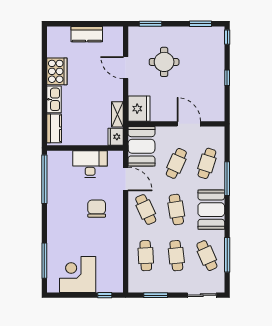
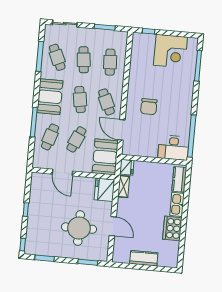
round table: (164, 62) -> (79, 228), width x1.36, depth x1.36
desk: (90, 164) -> (173, 148), moved

